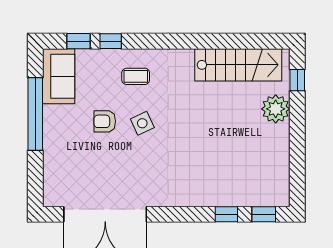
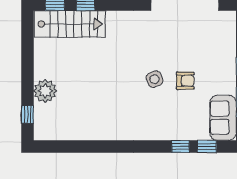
stairs: (238, 65) -> (70, 24), moved, turned 180
coffee table: (136, 76) -> (160, 118), removed

